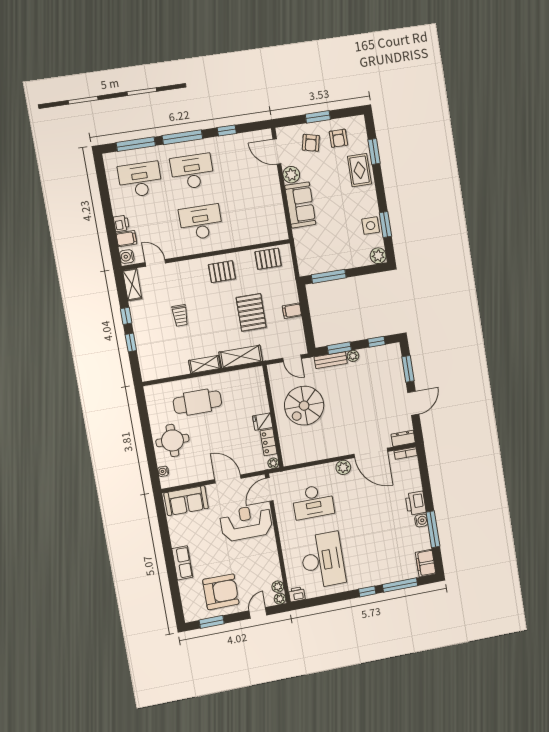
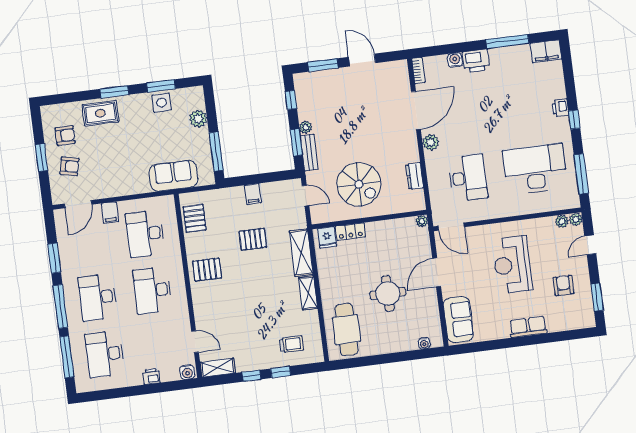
window: (227, 131) -> (54, 258), width x1.50
window: (374, 151) -> (114, 92), moved
plant: (291, 175) -> (104, 189), removed
sofa: (300, 205) -> (173, 176), moved
desk: (252, 214) -> (145, 234), added
filing cabinet: (126, 239) -> (110, 213), moved, turned 180
plant: (378, 256) -> (198, 119), moved
door: (155, 263) -> (195, 342), swing flipped
pallet: (222, 272) -> (207, 270), turned 90
pallet: (251, 312) -> (253, 239), width x0.67, depth x0.71
trolley: (180, 315) -> (292, 344), moved
door: (292, 358) -> (306, 196), hinge flipped
cafe table: (197, 402) -> (346, 330), moved
fridge: (263, 422) -> (327, 237), moved
dresser: (403, 438) -> (415, 176), moved
round table: (172, 440) -> (388, 293), moved
locker: (269, 442) -> (350, 232), moved
water cooler: (421, 520) -> (455, 60), moved
reception desk: (246, 523) -> (512, 265), moved
window: (400, 585) -> (581, 174), moved
armchair: (221, 592) -> (563, 285), width x0.53, depth x0.53
printer: (297, 594) -> (560, 108), moved
door: (258, 613) -> (590, 245), hinge flipped

